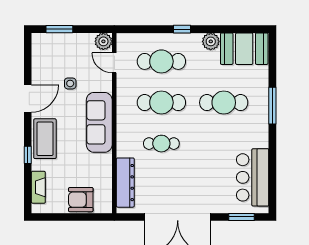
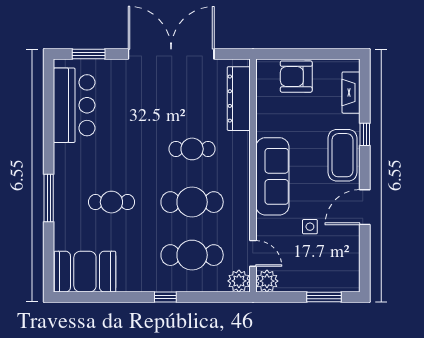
plant: (211, 41) -> (239, 281), moved
cafe table: (224, 103) -> (111, 202), width x0.73, depth x0.74
armchair: (81, 200) -> (296, 77), turned 180

